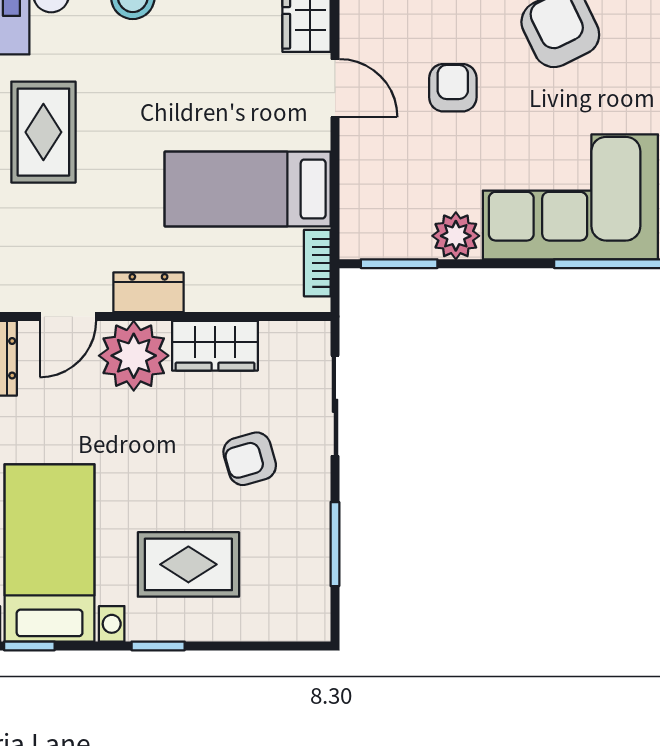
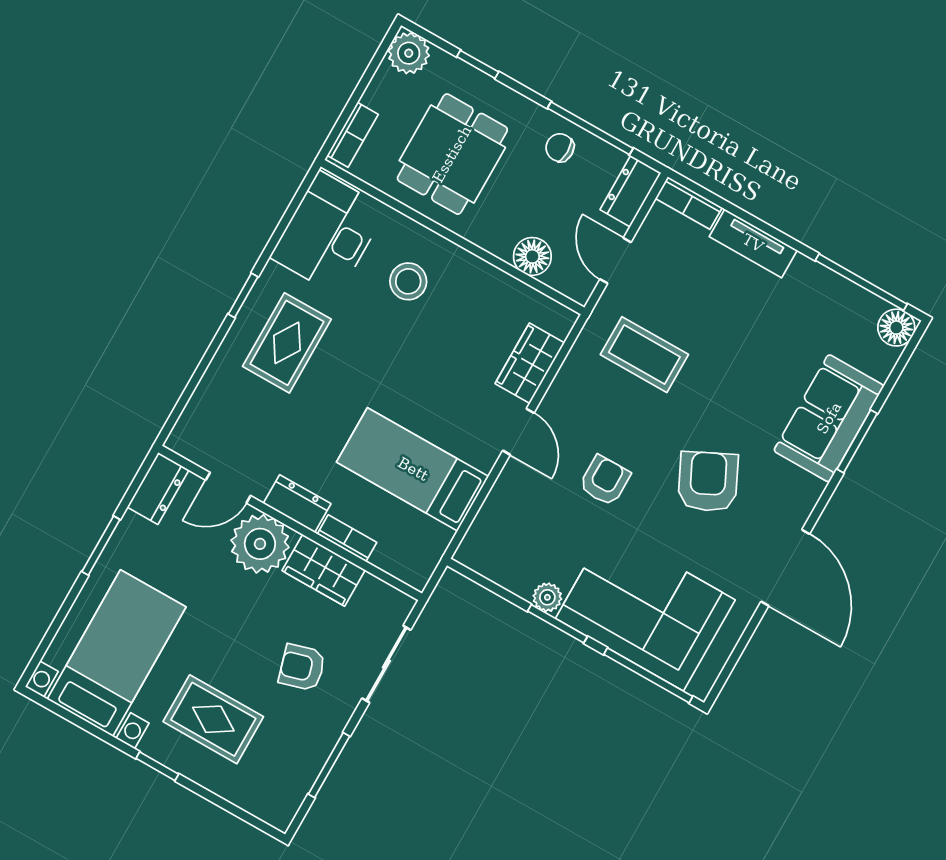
plant: (456, 236) -> (547, 597), width x0.73, depth x0.73
bookcase: (317, 263) -> (347, 538), moved, turned 90
window: (399, 264) -> (557, 624), moved
window: (29, 646) -> (63, 713), removed

